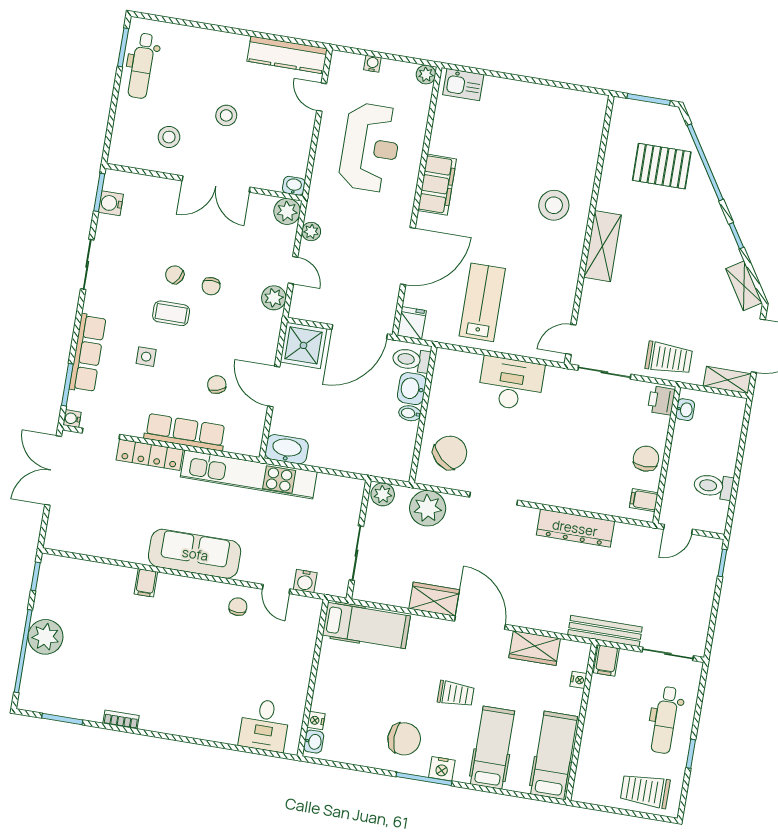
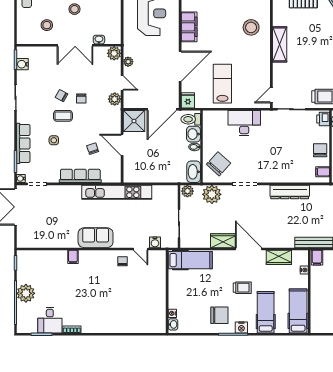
washbasin: (294, 186) -> (99, 40), moved
washbasin: (287, 449) -> (194, 172), moved, turned -90
locker: (150, 455) -> (64, 191), removed
sofa: (195, 554) -> (96, 238), width x0.73
desk: (264, 725) -> (50, 320), moved

